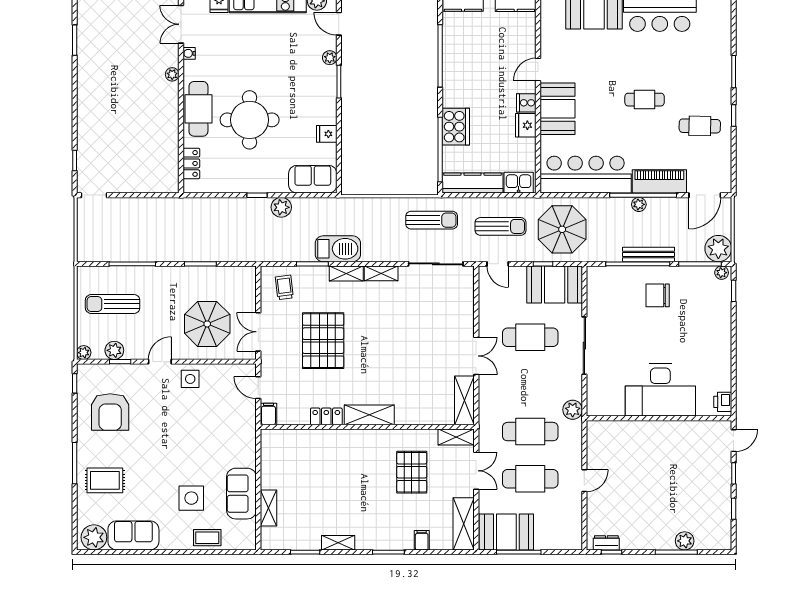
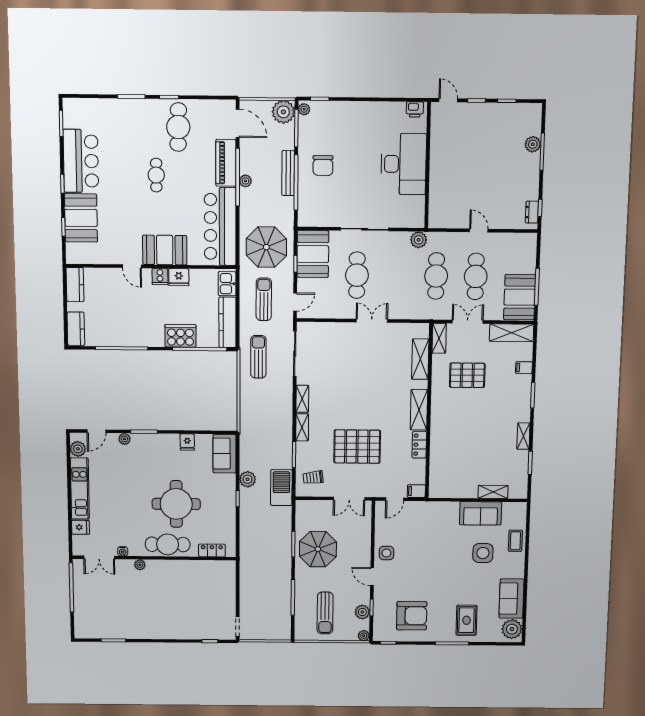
cafe table: (700, 126) -> (178, 127), width x1.37, depth x1.35
barbecue: (338, 249) -> (281, 488), moved
parasol: (207, 324) -> (318, 549), moved
shelving: (464, 400) -> (420, 359), moved, turned 90

